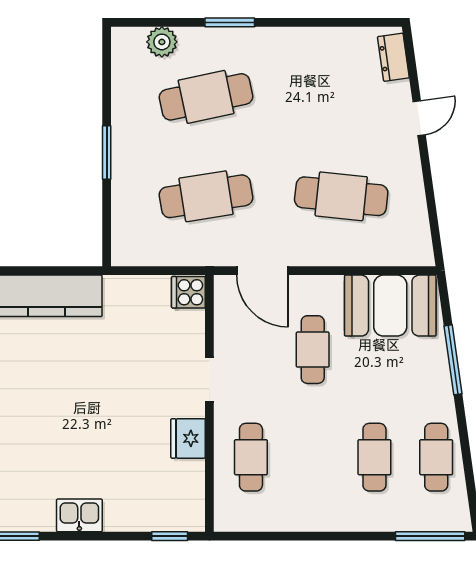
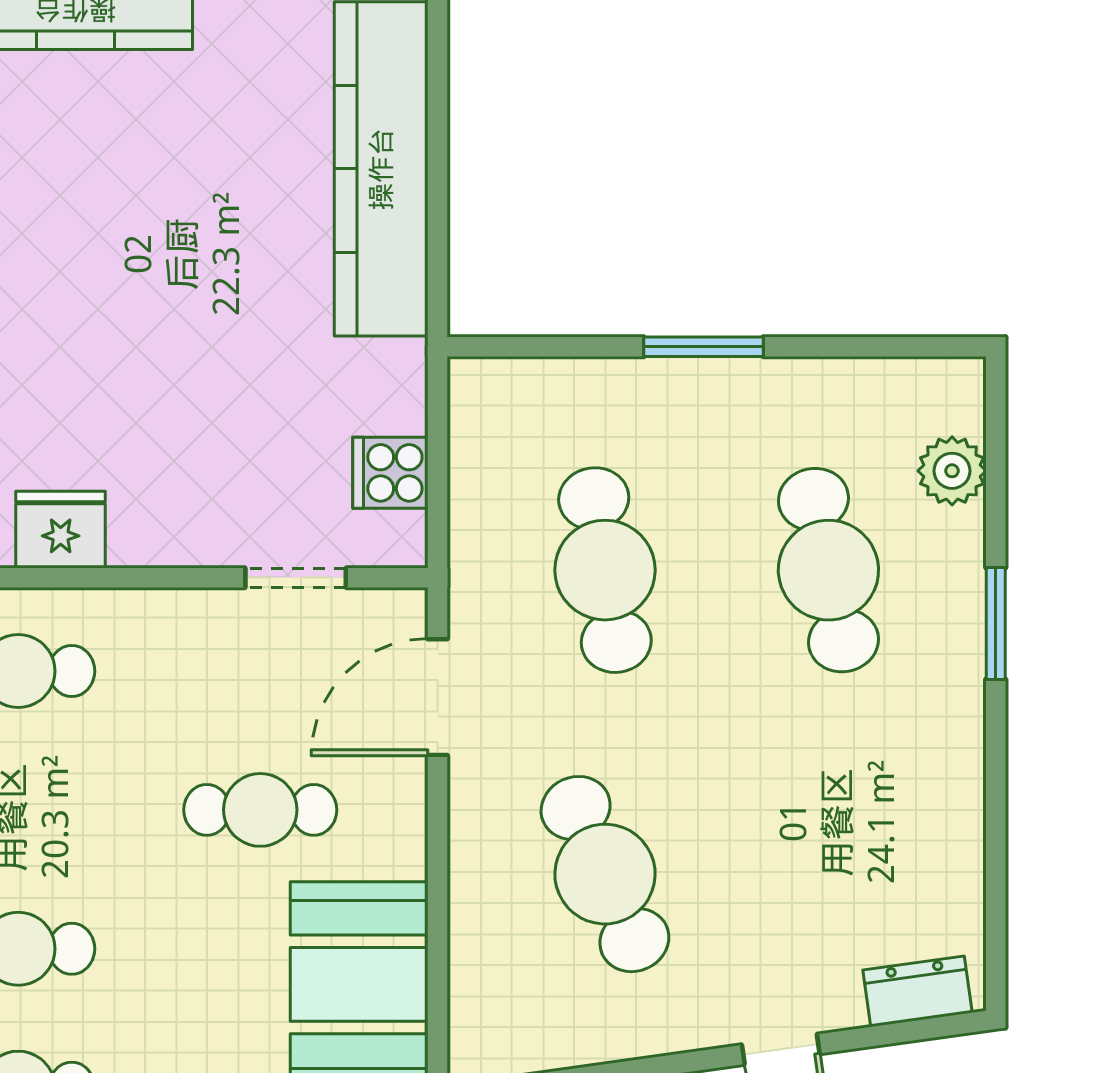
cafe table: (341, 196) -> (605, 874), turned -30
cooker: (188, 292) -> (390, 473), moved, turned -90
doorway: (209, 379) -> (296, 578), moved

